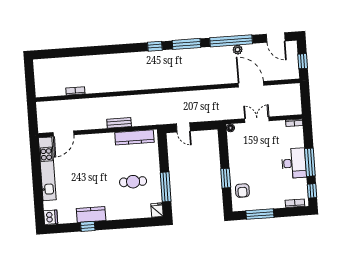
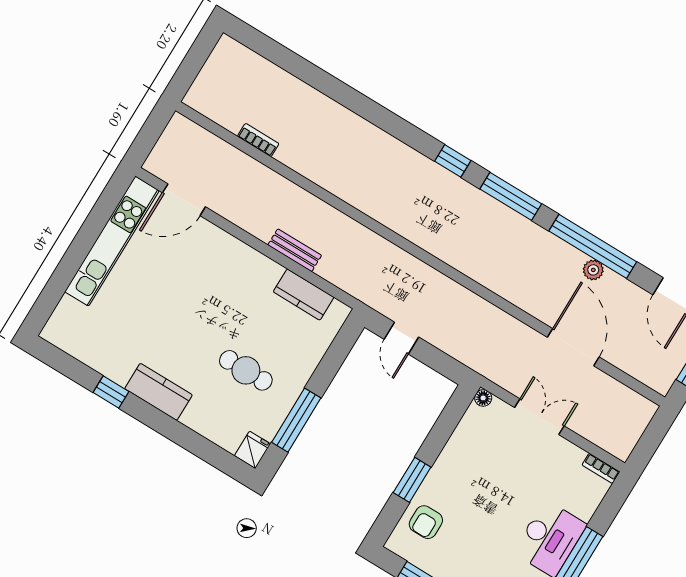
kitchen counter: (134, 137) -> (304, 295), width x0.67
kitchen counter: (91, 214) -> (158, 392), moved
dishwasher: (51, 217) -> (58, 330), removed

